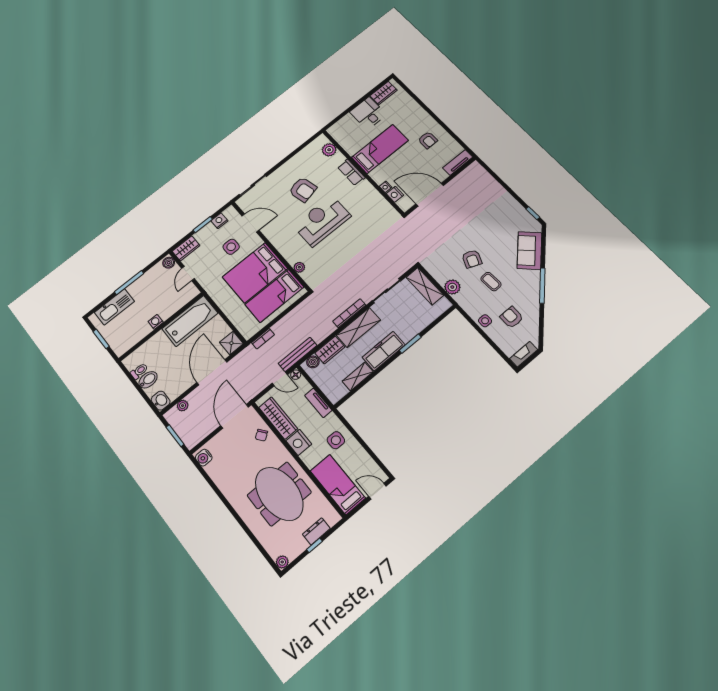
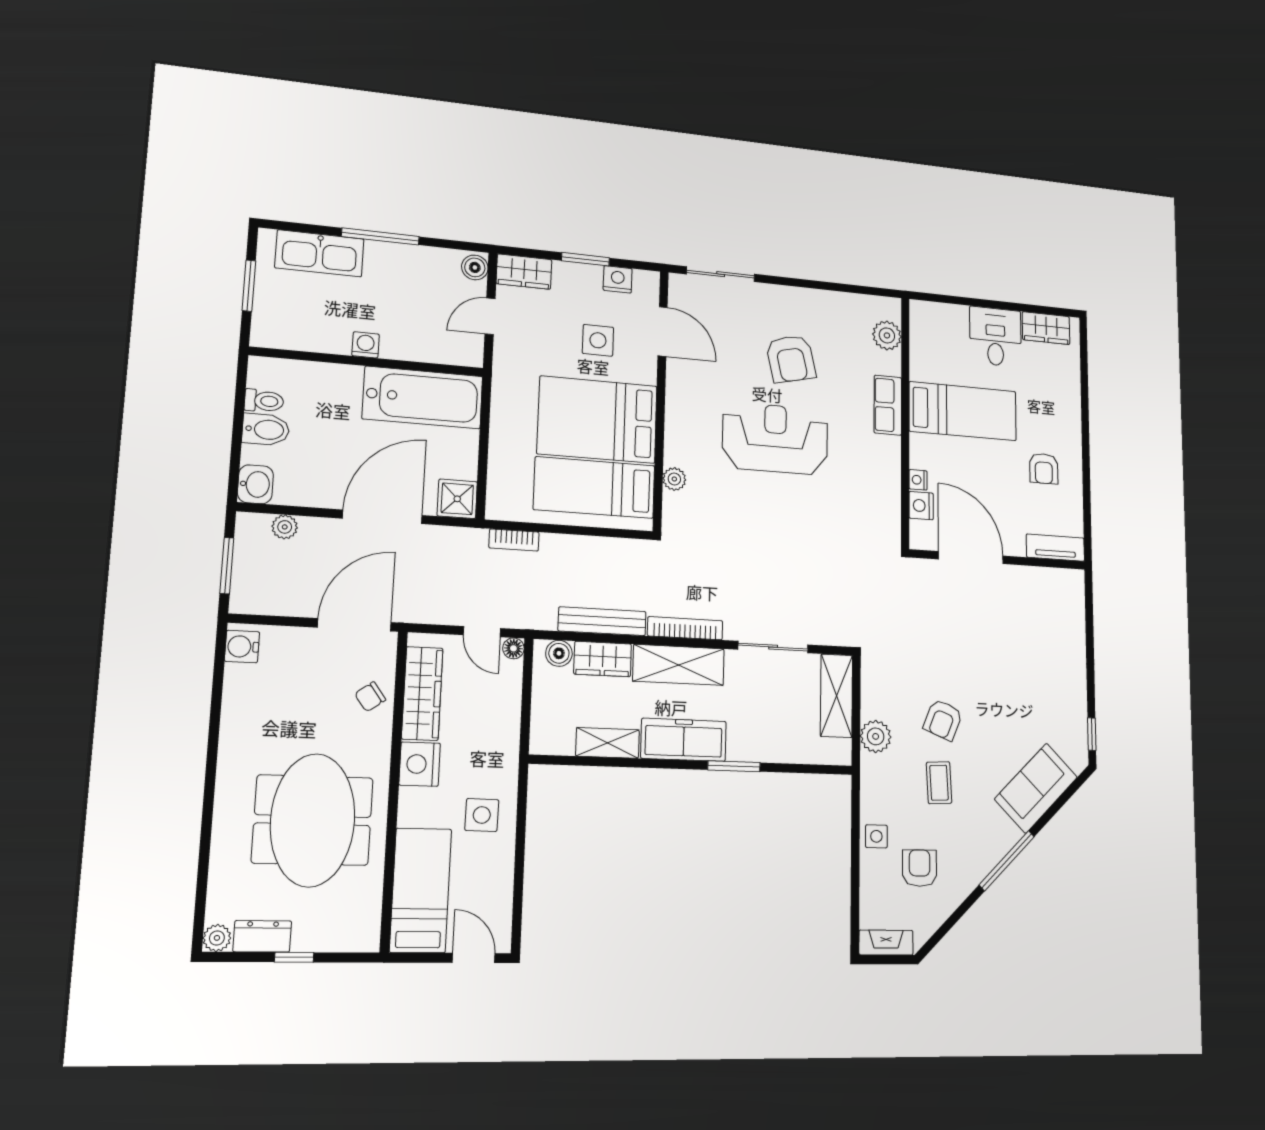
bench: (298, 354) -> (602, 621), moved
tv unit: (318, 403) -> (508, 728), removed
dresser: (316, 531) -> (262, 936), moved

